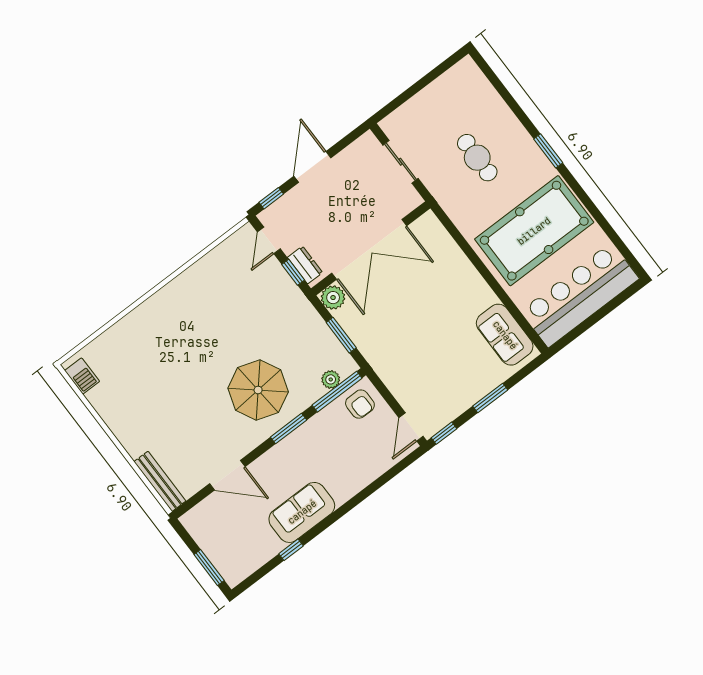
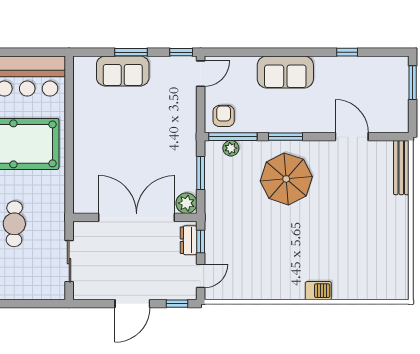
sofa: (505, 335) -> (123, 71), moved, turned 90
barbecue: (82, 376) -> (318, 291), moved, turned 90
sofa: (302, 512) -> (285, 72), moved

